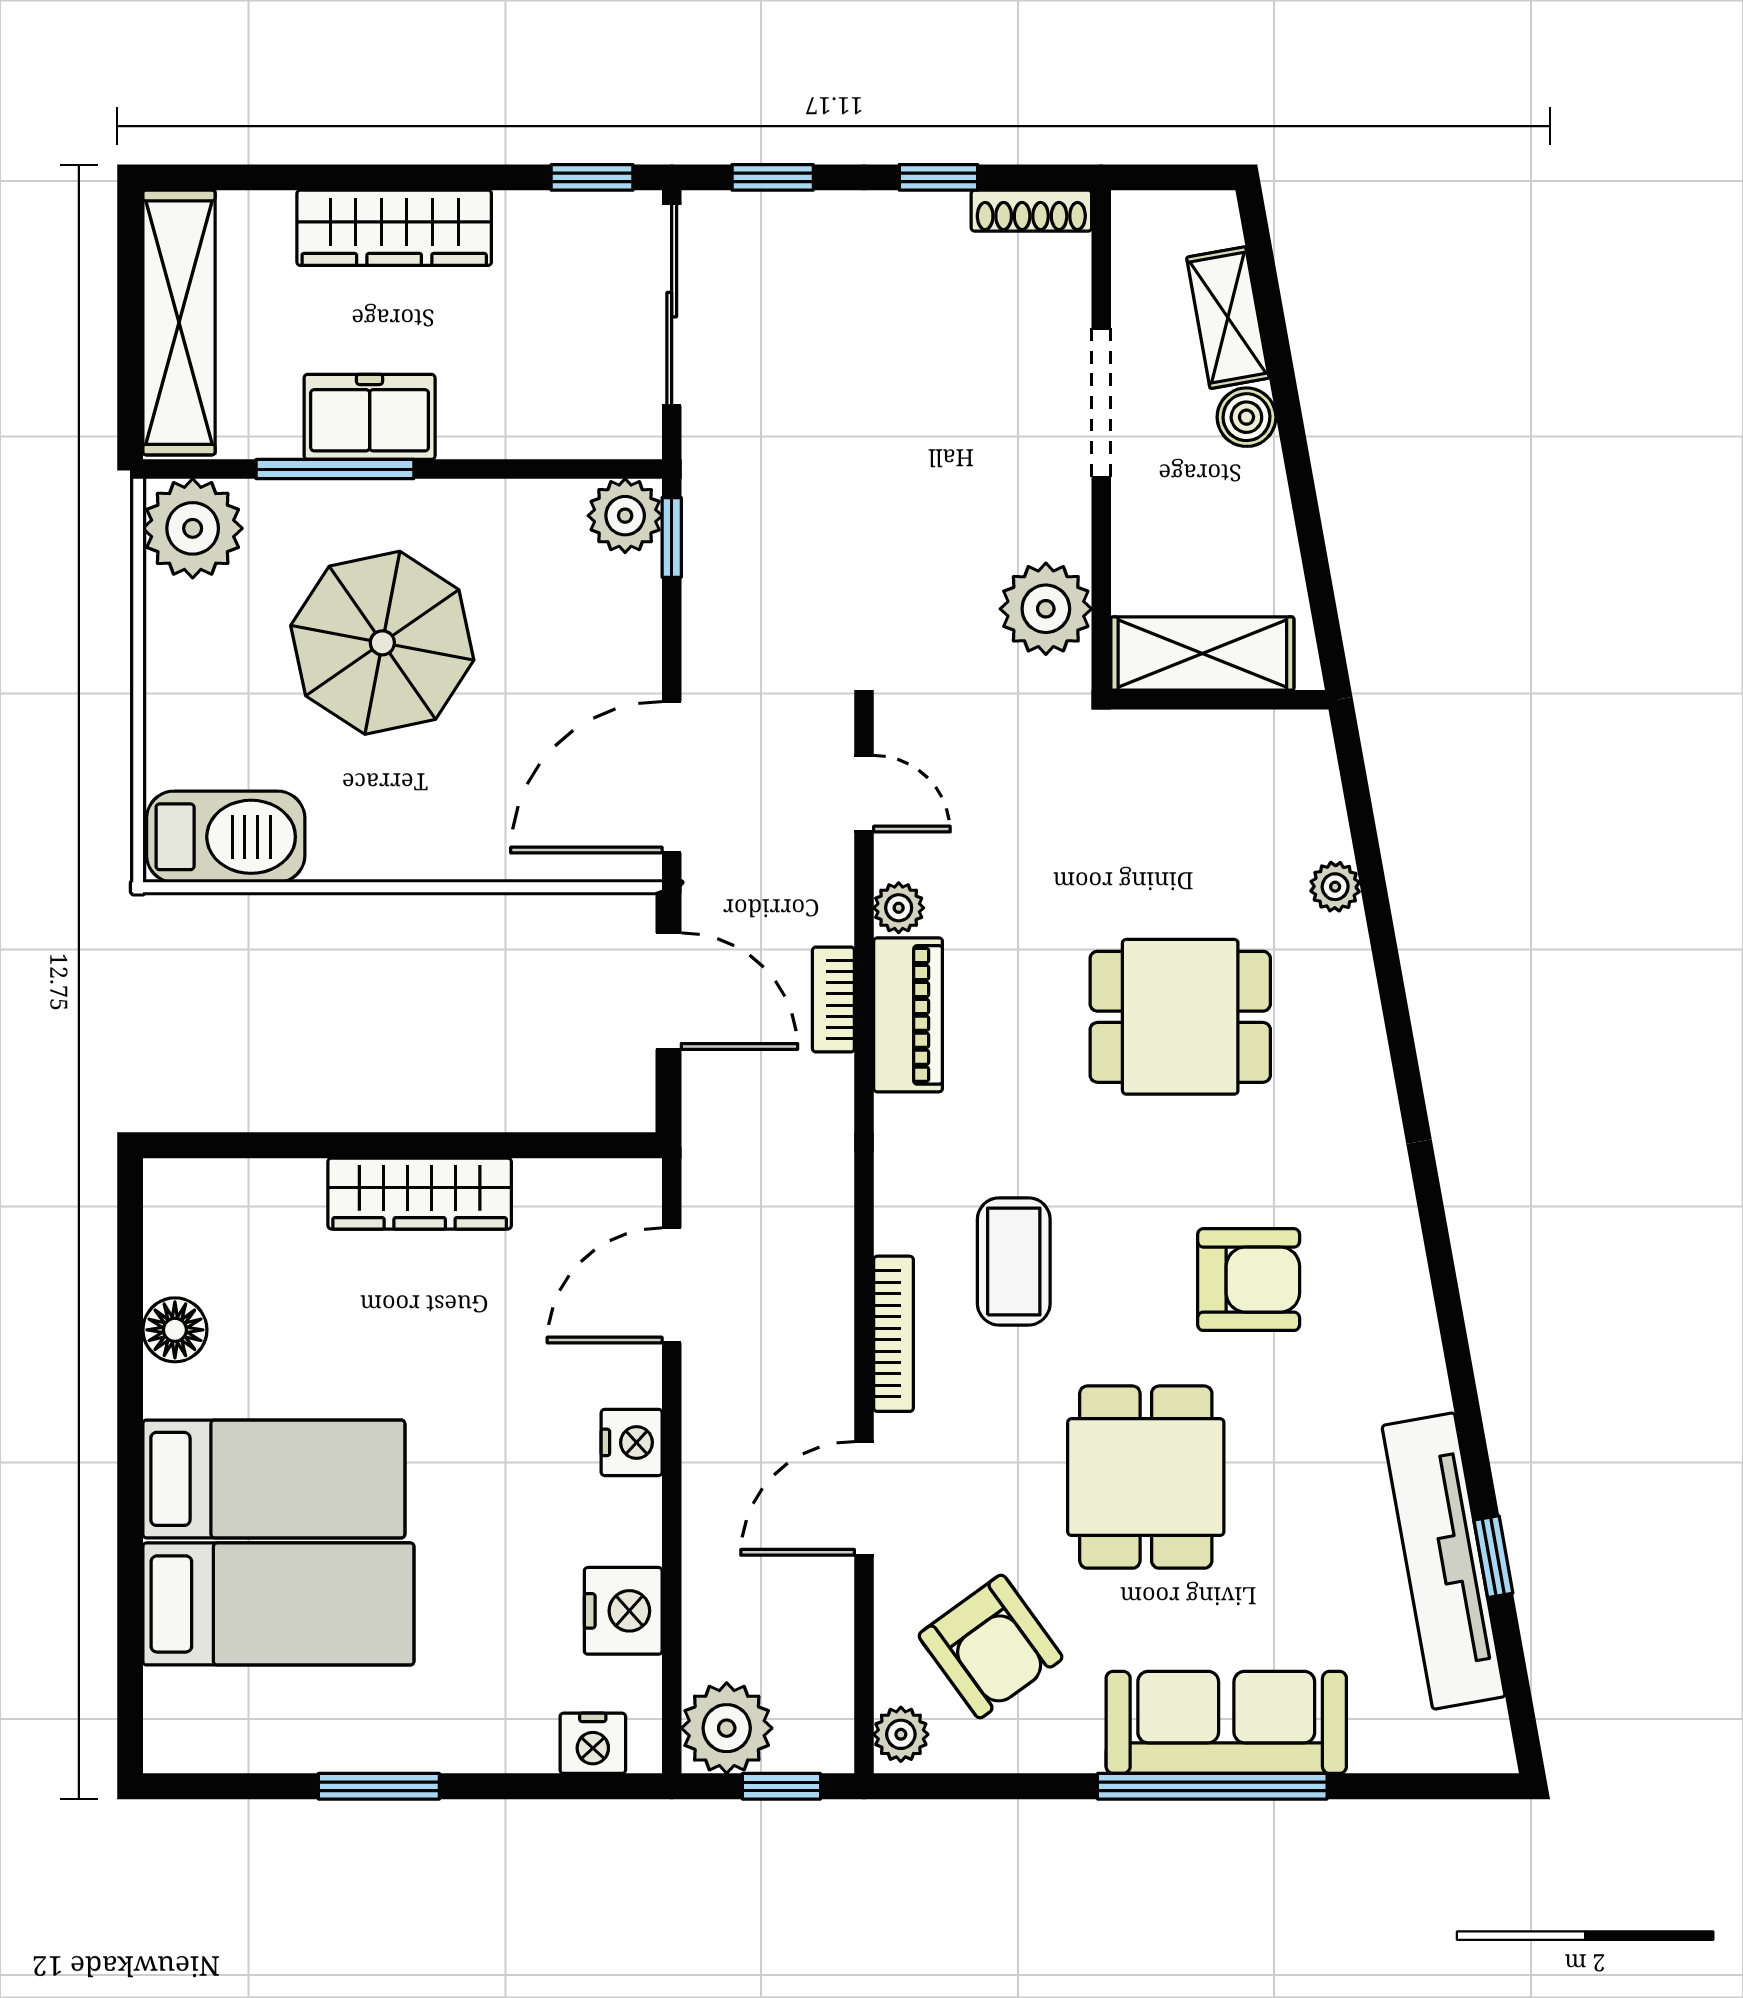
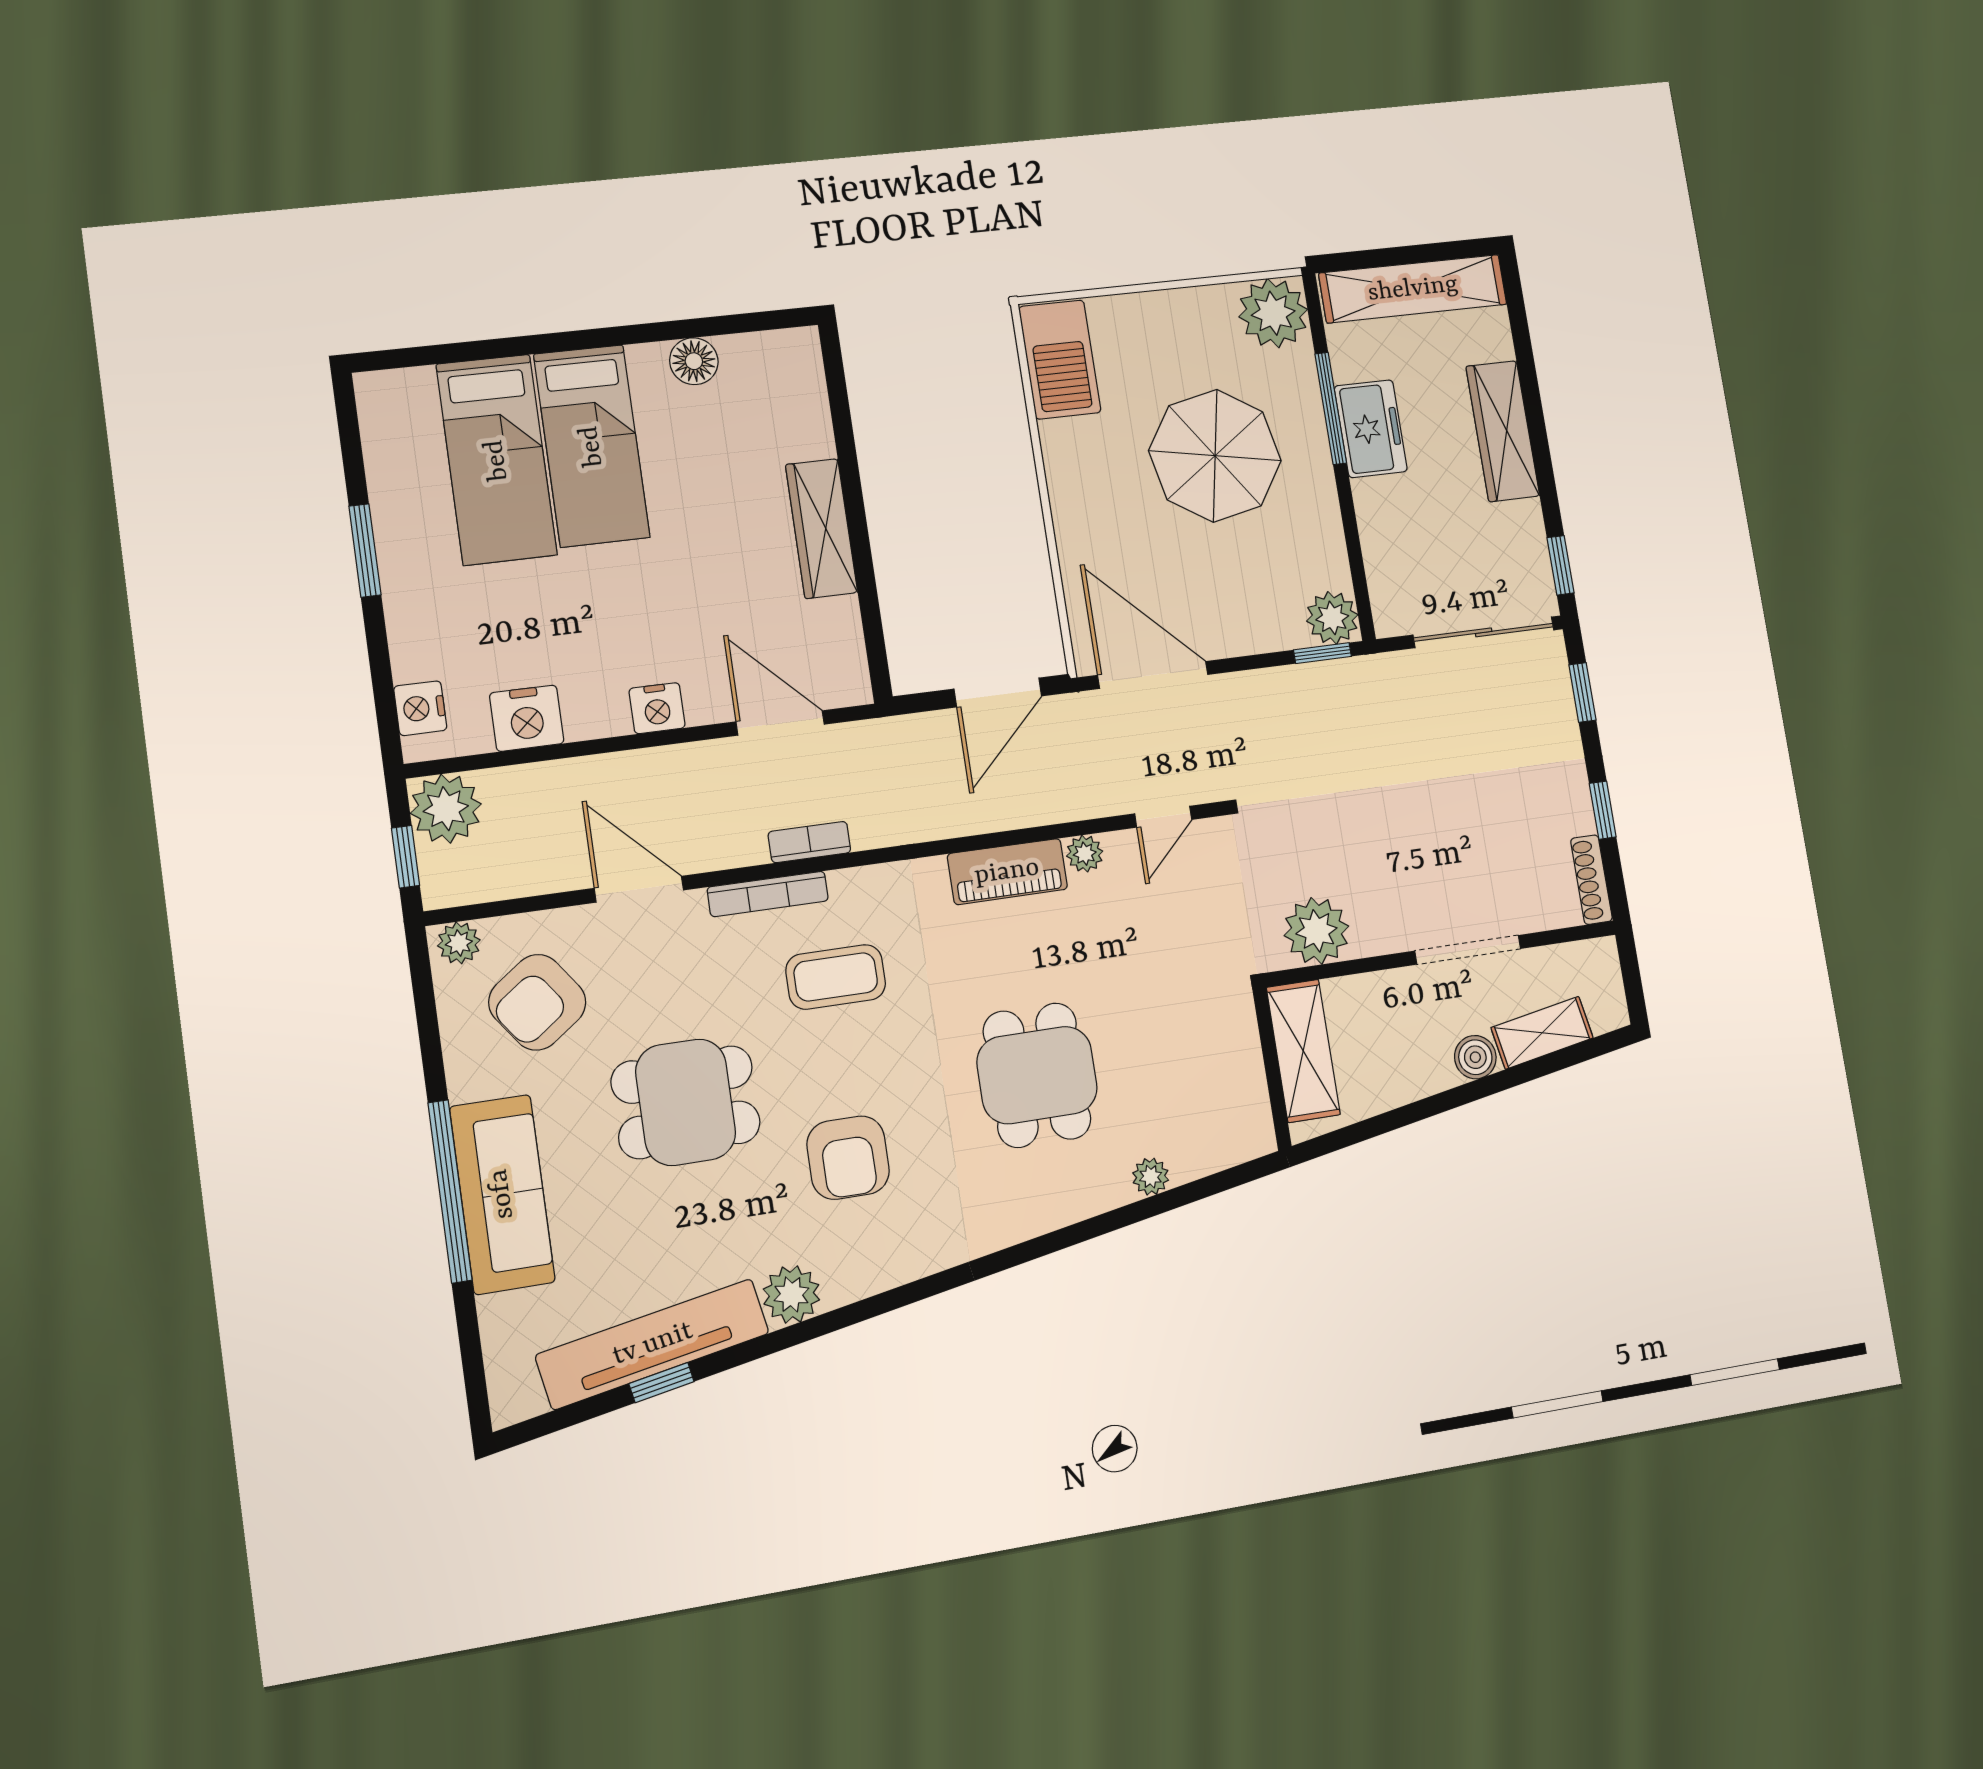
bookcase: (833, 1000) -> (809, 842), moved
plant: (1410, 1377) -> (791, 1294), added

